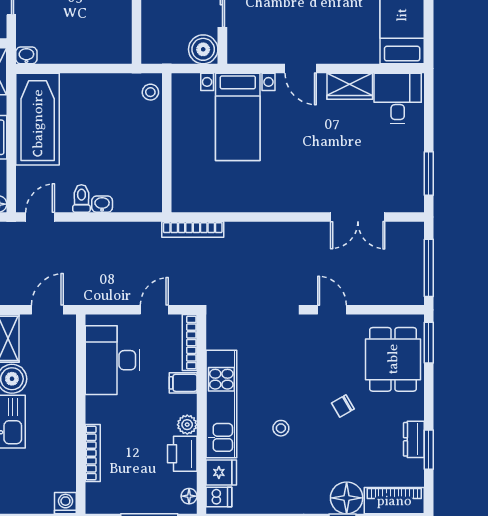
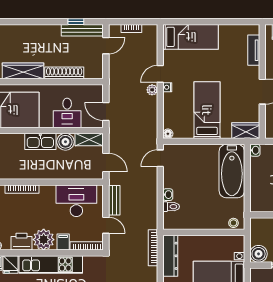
bathtub: (38, 119) -> (232, 171), moved, turned 90
toilet: (81, 198) -> (171, 207), moved
dresser: (207, 200) -> (170, 256), added
door: (40, 217) -> (160, 158), swing flipped
bench: (112, 295) -> (114, 200), added
plant: (187, 425) -> (44, 240), width x1.88, depth x1.88

